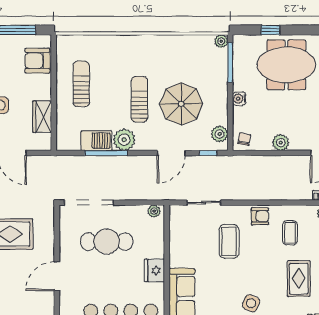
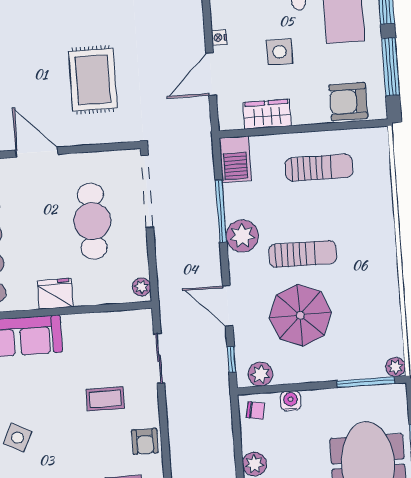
armchair: (37, 61) -> (348, 102), turned -90
water cooler: (239, 99) -> (291, 401), moved
barbecue: (96, 141) -> (235, 159), moved
coffee table: (229, 241) -> (105, 399), width x0.73, depth x0.77

